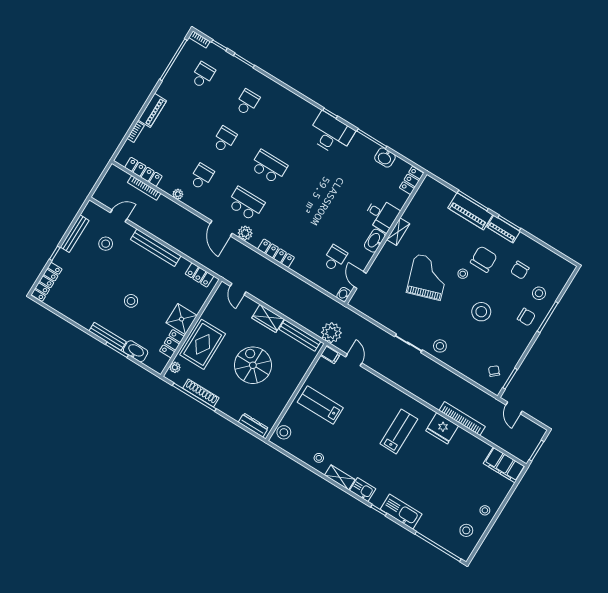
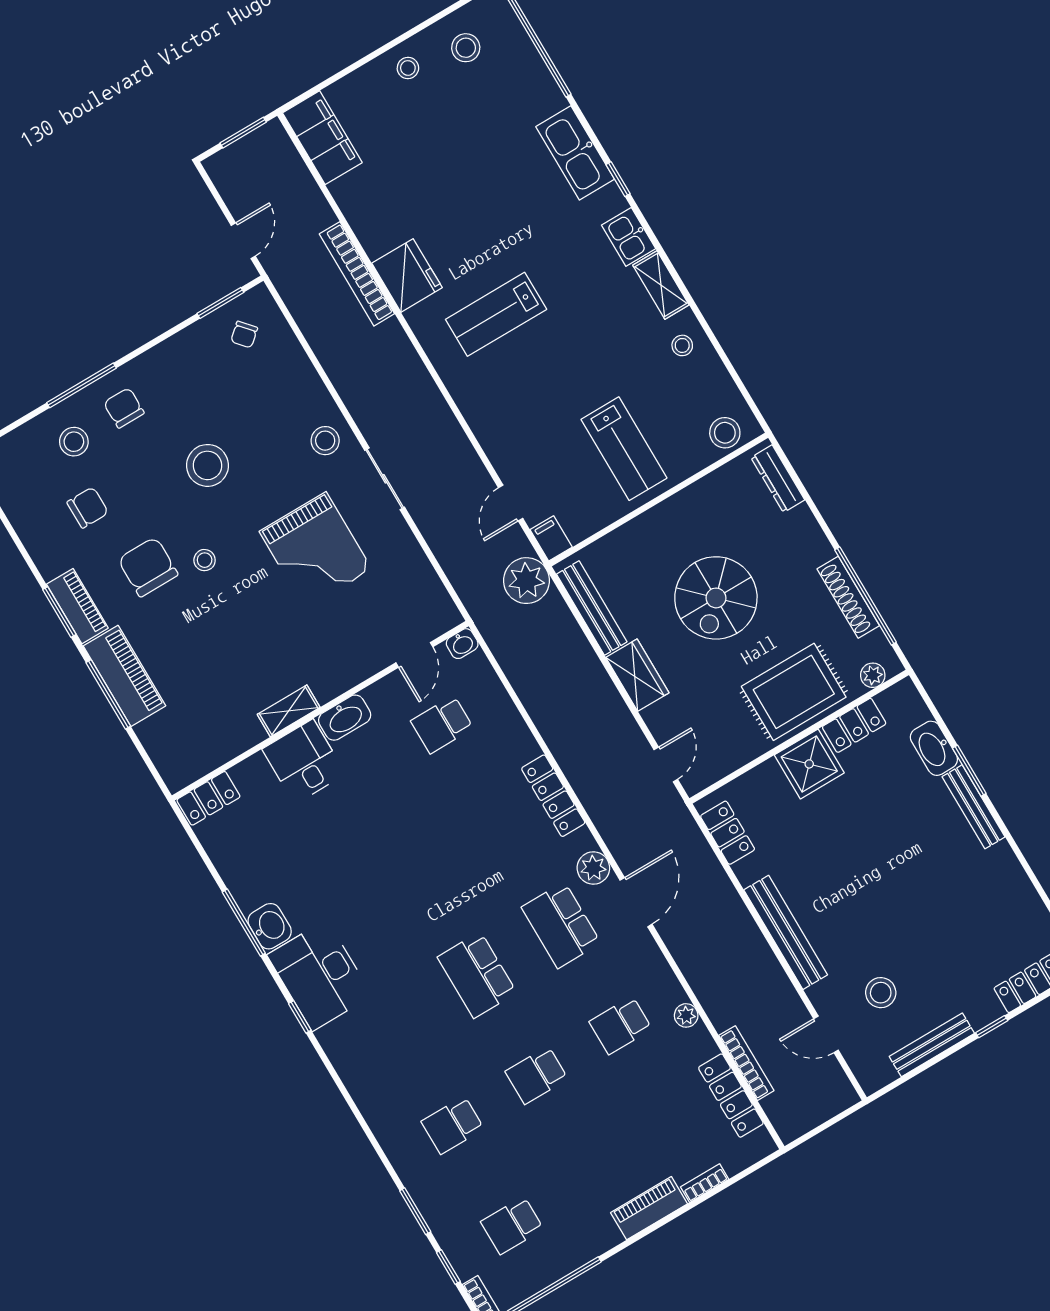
washbasin: (385, 157) -> (270, 926), moved
chair: (484, 259) -> (148, 567), turned 90
grand piano: (428, 277) -> (316, 550), moved, turned -72
stool: (131, 301) -> (890, 853), removed

